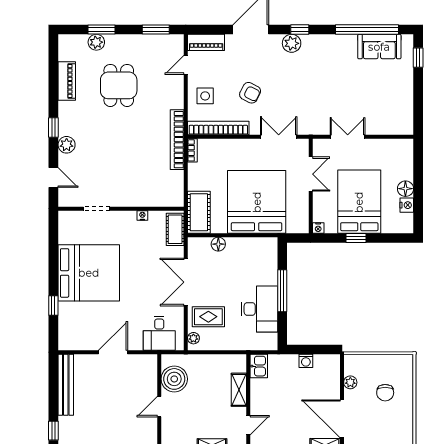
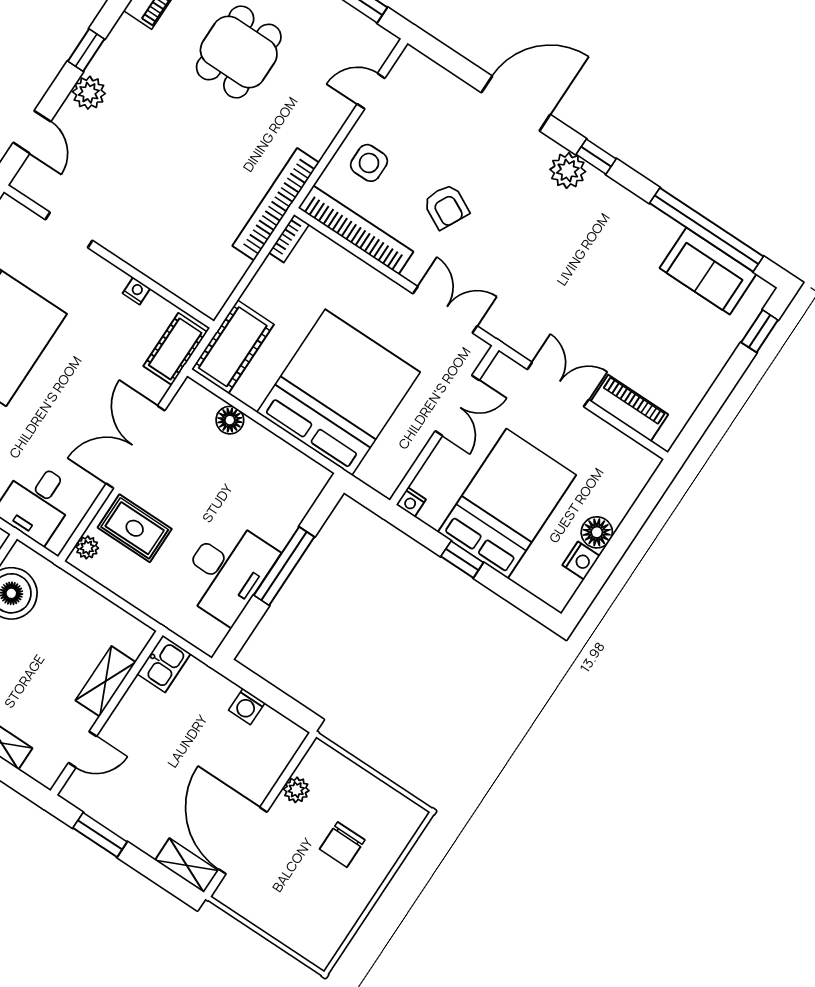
piano: (206, 42) -> (629, 408), moved, turned 180

